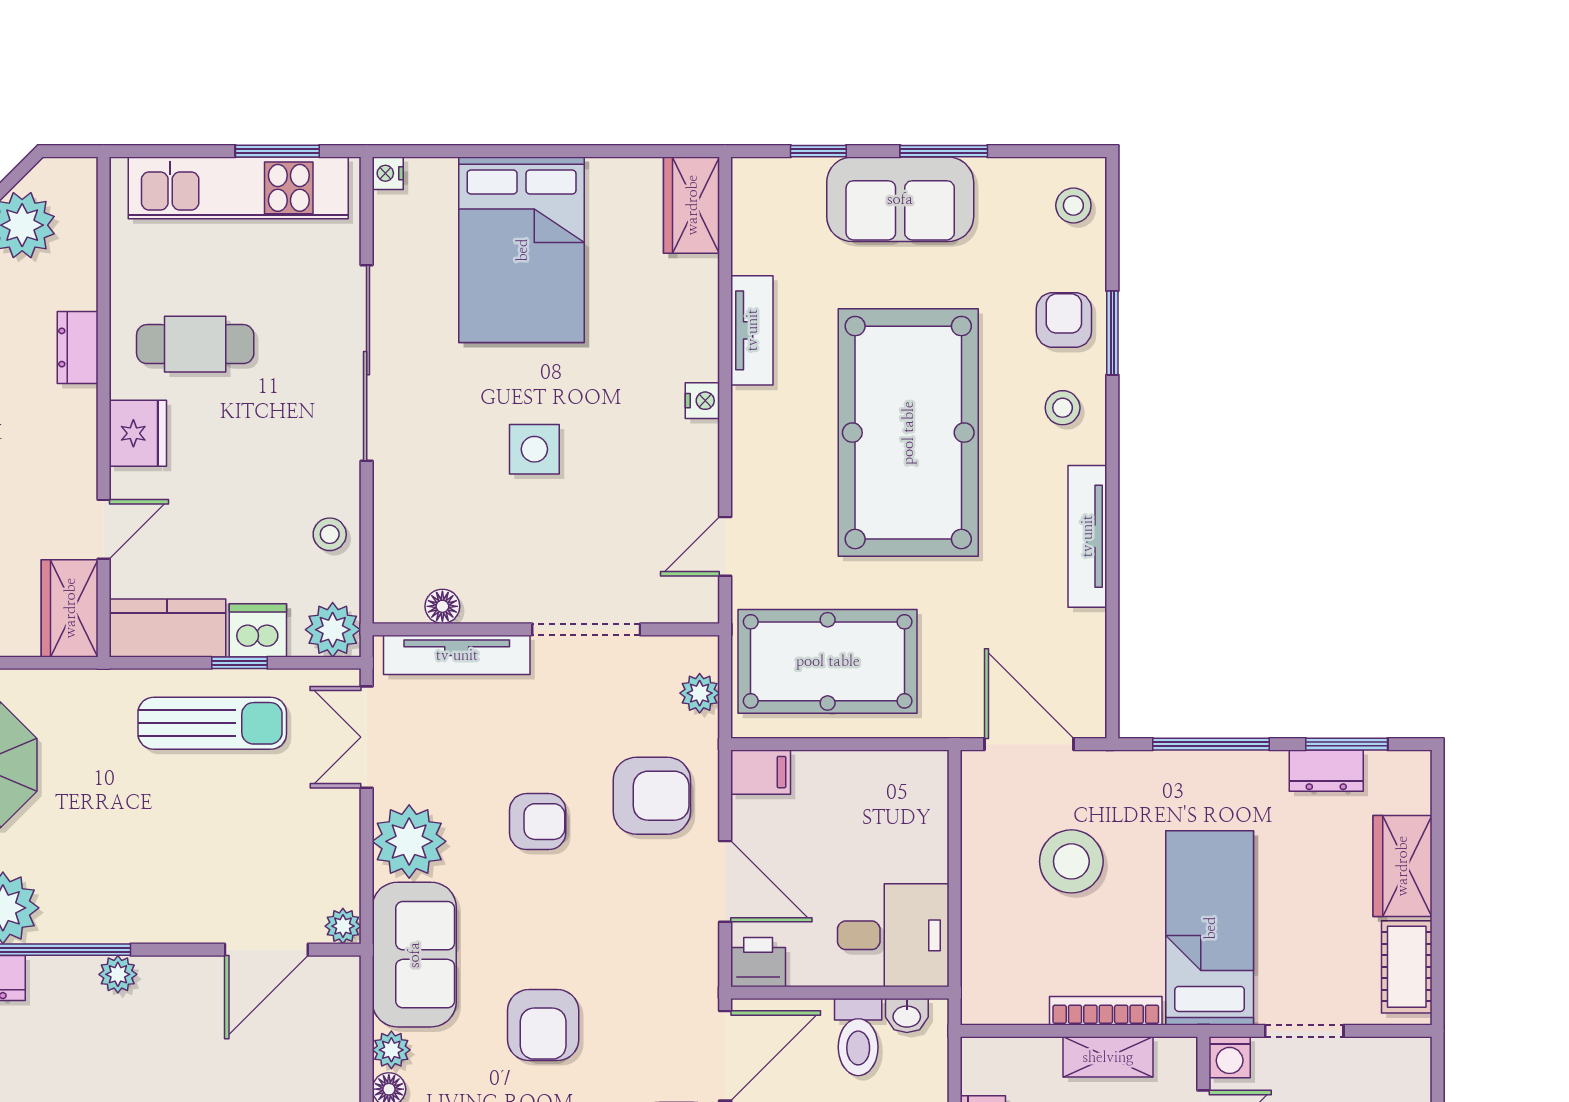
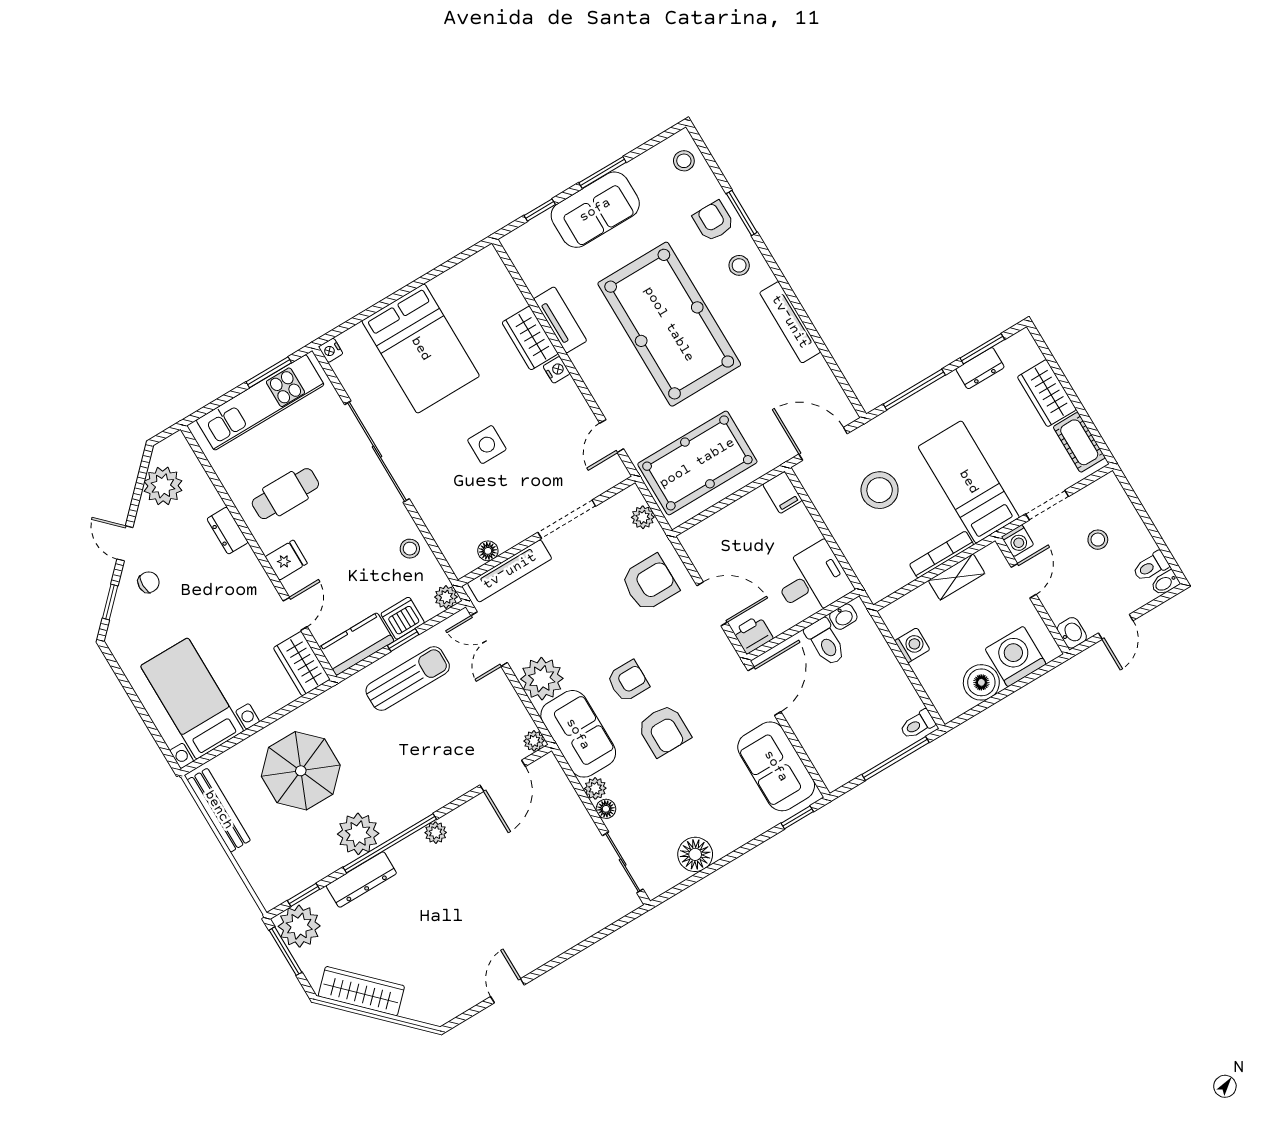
wardrobe: (692, 205) -> (530, 338), moved
fridge: (138, 433) -> (286, 560), width x0.72
plant: (333, 630) -> (446, 597), width x0.73, depth x0.73
filing cabinet: (761, 772) -> (782, 492), moved, turned 90
armchair: (538, 822) -> (628, 681), moved

